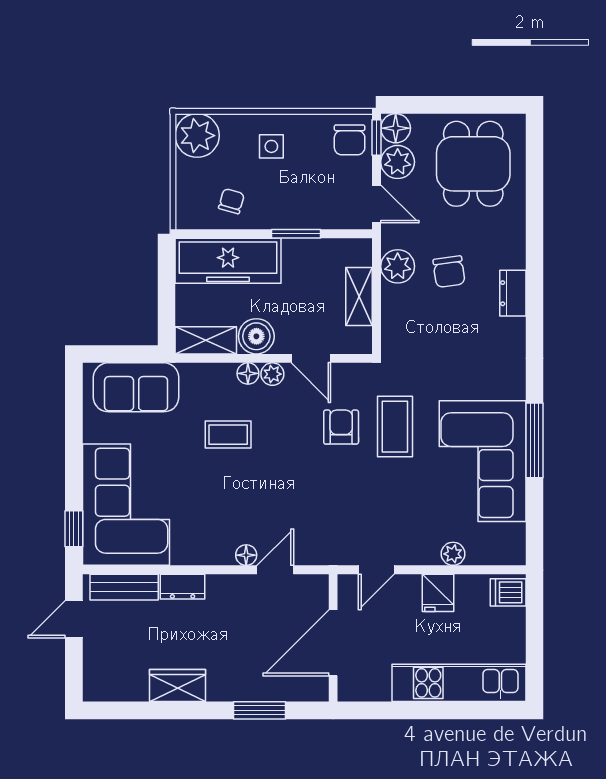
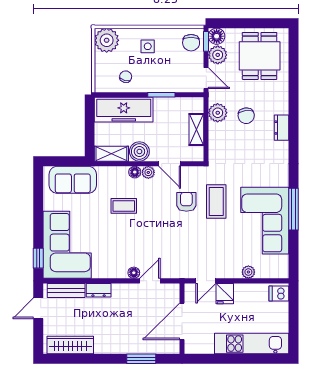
fridge: (438, 593) -> (225, 294), moved
wardrobe: (178, 686) -> (70, 345), moved, width x1.50

